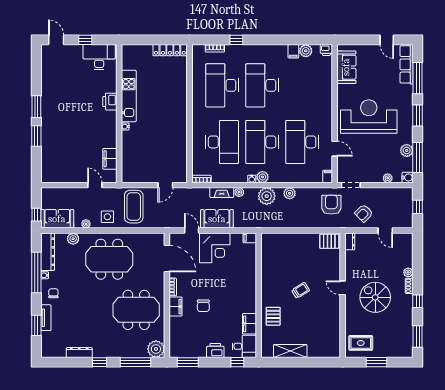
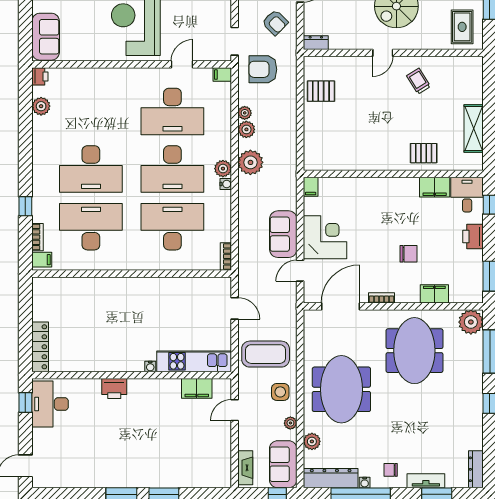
window: (85, 40) -> (25, 403), moved
locker: (170, 50) -> (40, 347), moved
filing cabinet: (293, 51) -> (42, 260), moved
sofa: (346, 67) -> (46, 37), moved, turned 90
desk: (222, 85) -> (91, 227), turned 180
kitchen unit: (129, 96) -> (194, 361), moved
fireplace: (222, 192) -> (245, 468), moved
plant: (239, 192) -> (245, 113), moved
pallet: (329, 241) -> (321, 91), moved, turned 90
trolley: (301, 290) -> (419, 81), moved
filing cabinet: (176, 307) -> (434, 294), moved
dresser: (79, 353) -> (476, 469), moved

